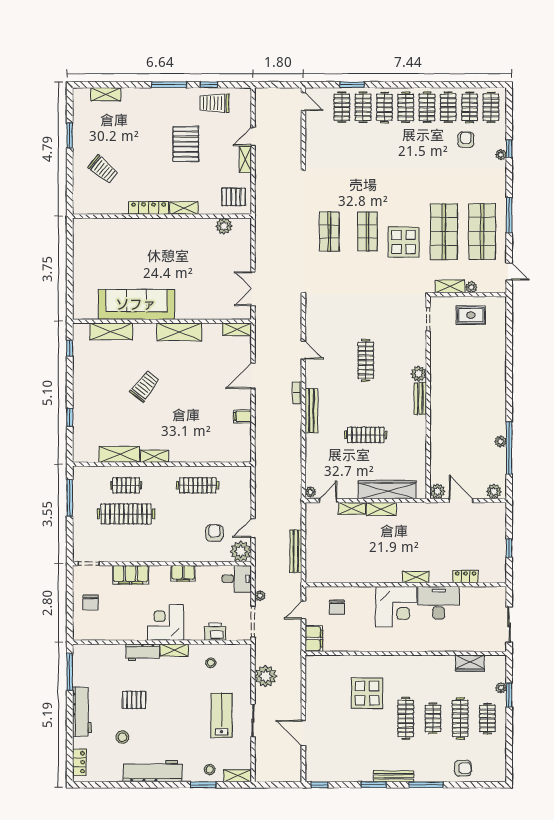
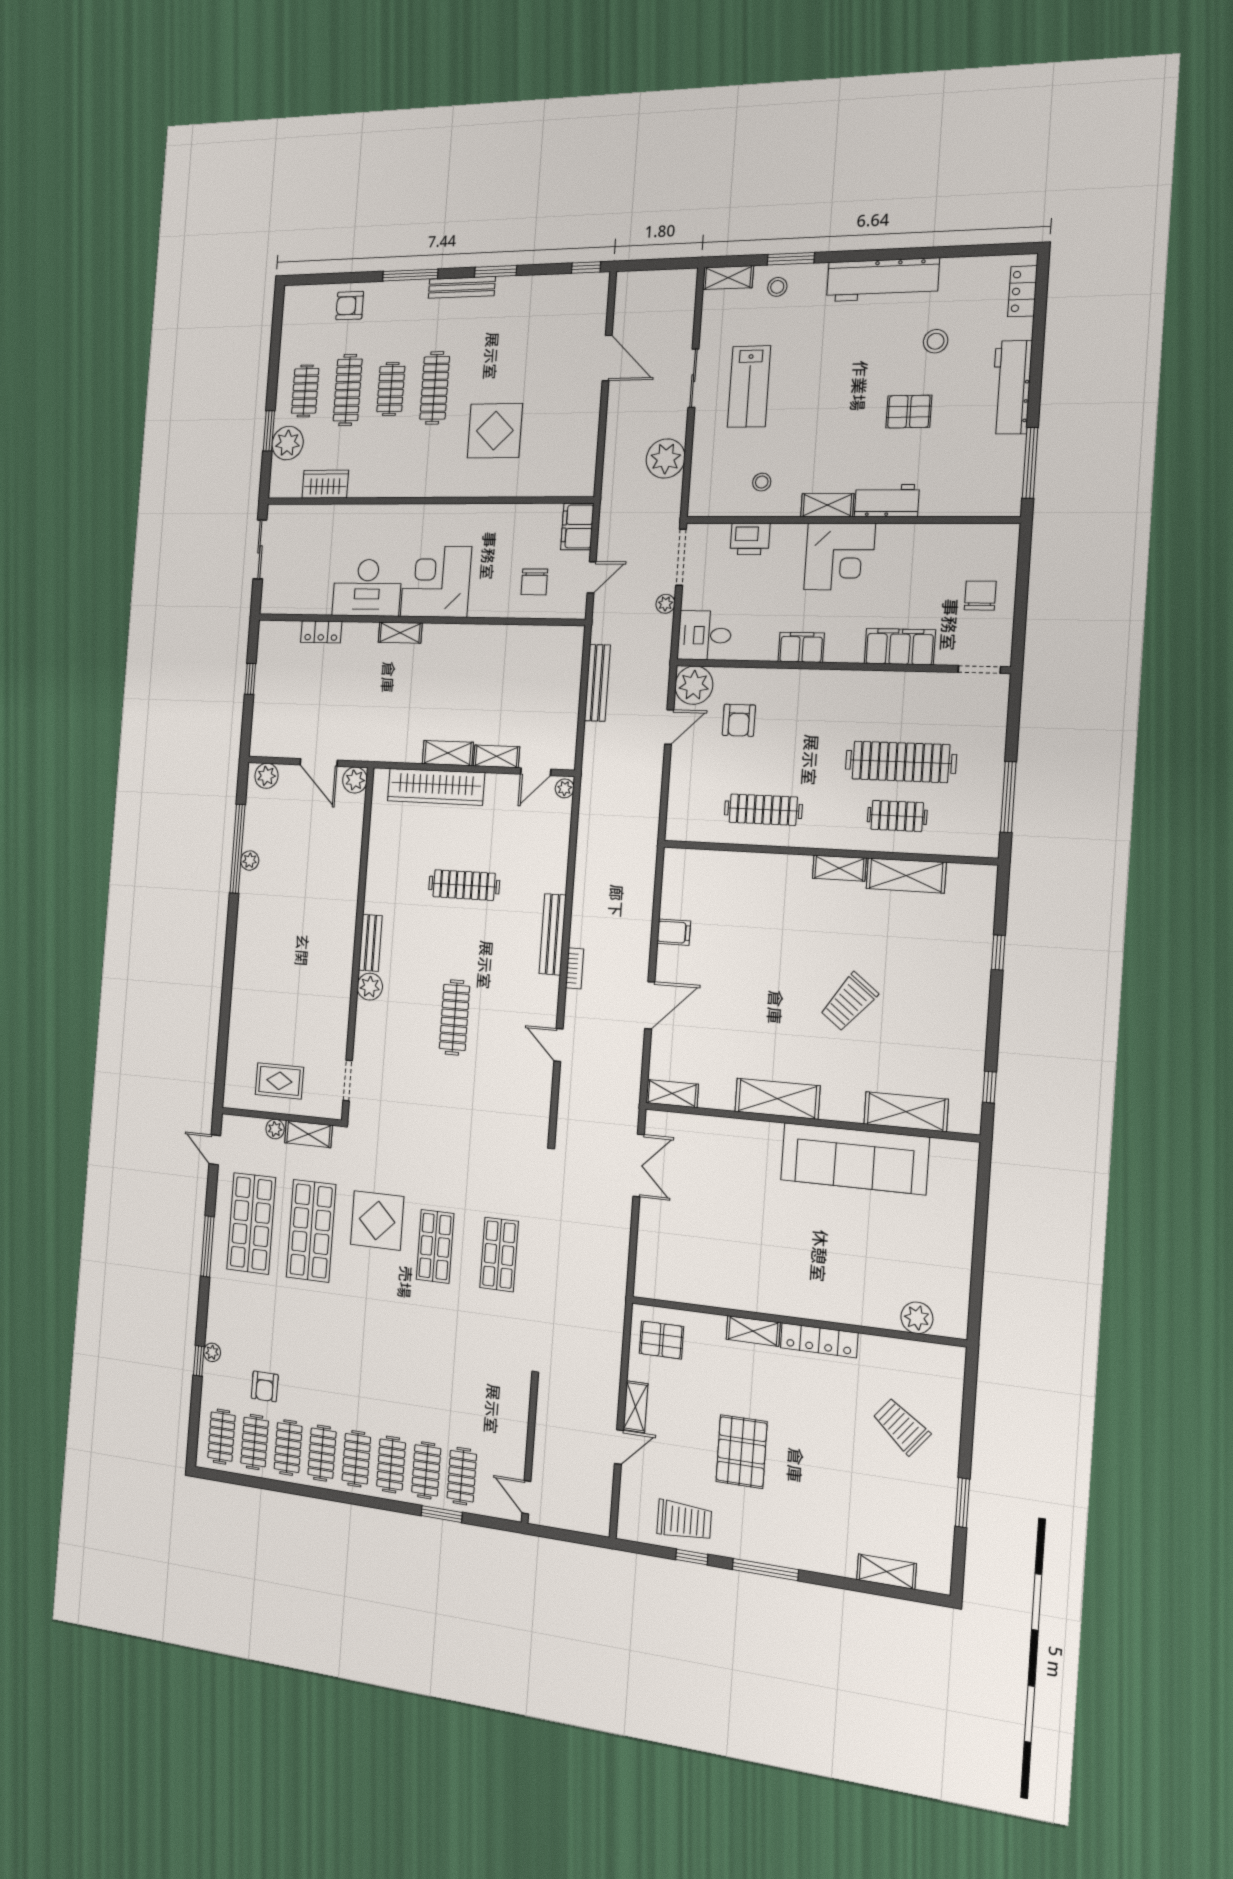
plant: (224, 226) -> (917, 1318), moved
chair: (337, 607) -> (534, 582), turned 180
plant: (501, 688) -> (288, 443), width x1.88, depth x1.88

